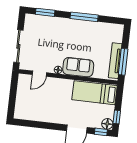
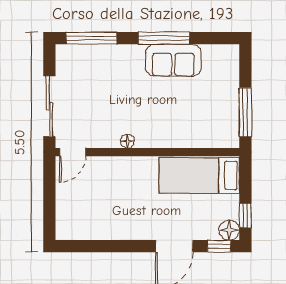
window: (45, 12) -> (91, 38), width x1.44
tv unit: (115, 61) -> (230, 112), removed
sofa: (78, 67) -> (173, 60), moved, turned 180
door: (39, 74) -> (73, 152), moved

